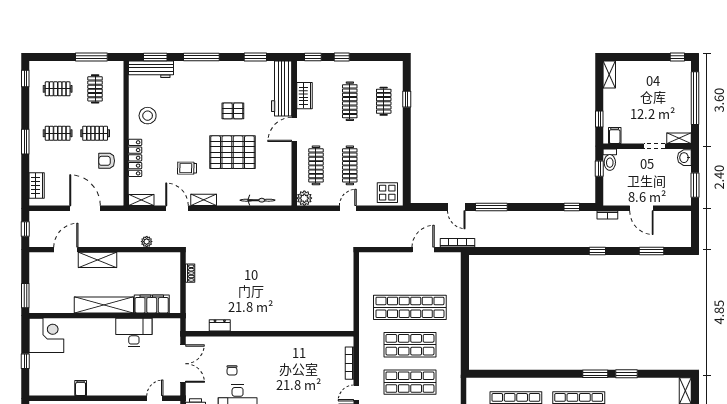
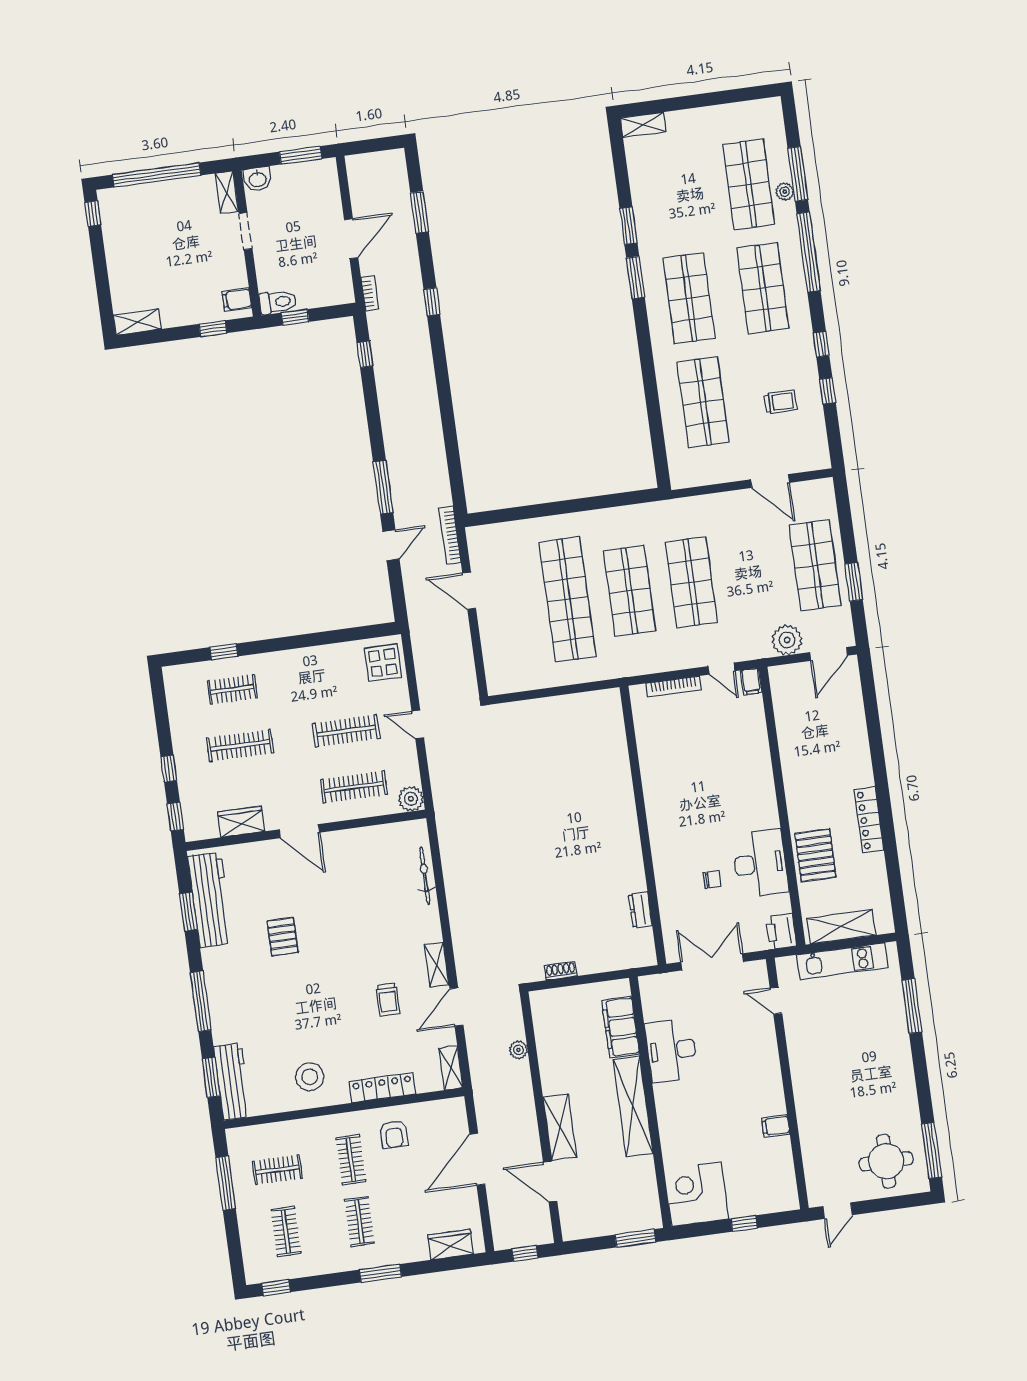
workbench: (282, 89) -> (210, 900), moved, turned -90
pallet: (232, 152) -> (351, 928), removed

